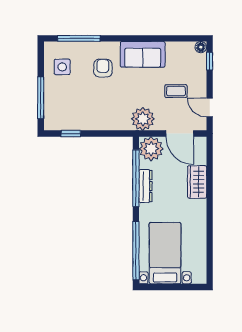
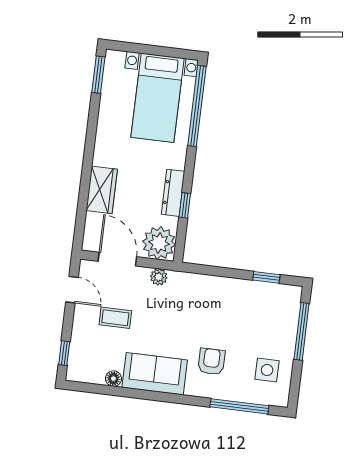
floor lamp: (201, 47) -> (113, 379), moved
armchair: (103, 68) -> (211, 361), turned 180
plant: (143, 119) -> (159, 277), width x0.53, depth x0.53
window: (136, 178) -> (185, 205), width x0.32
window: (210, 265) -> (98, 75), added

